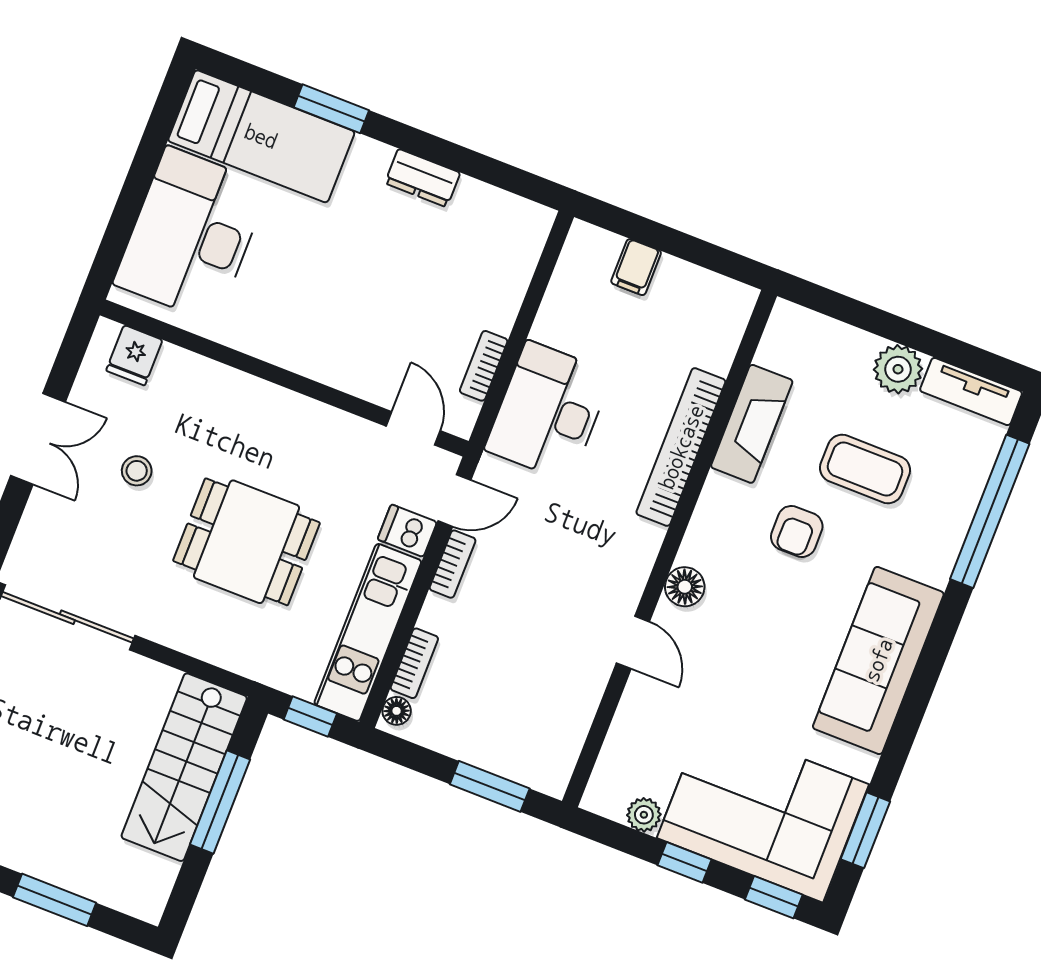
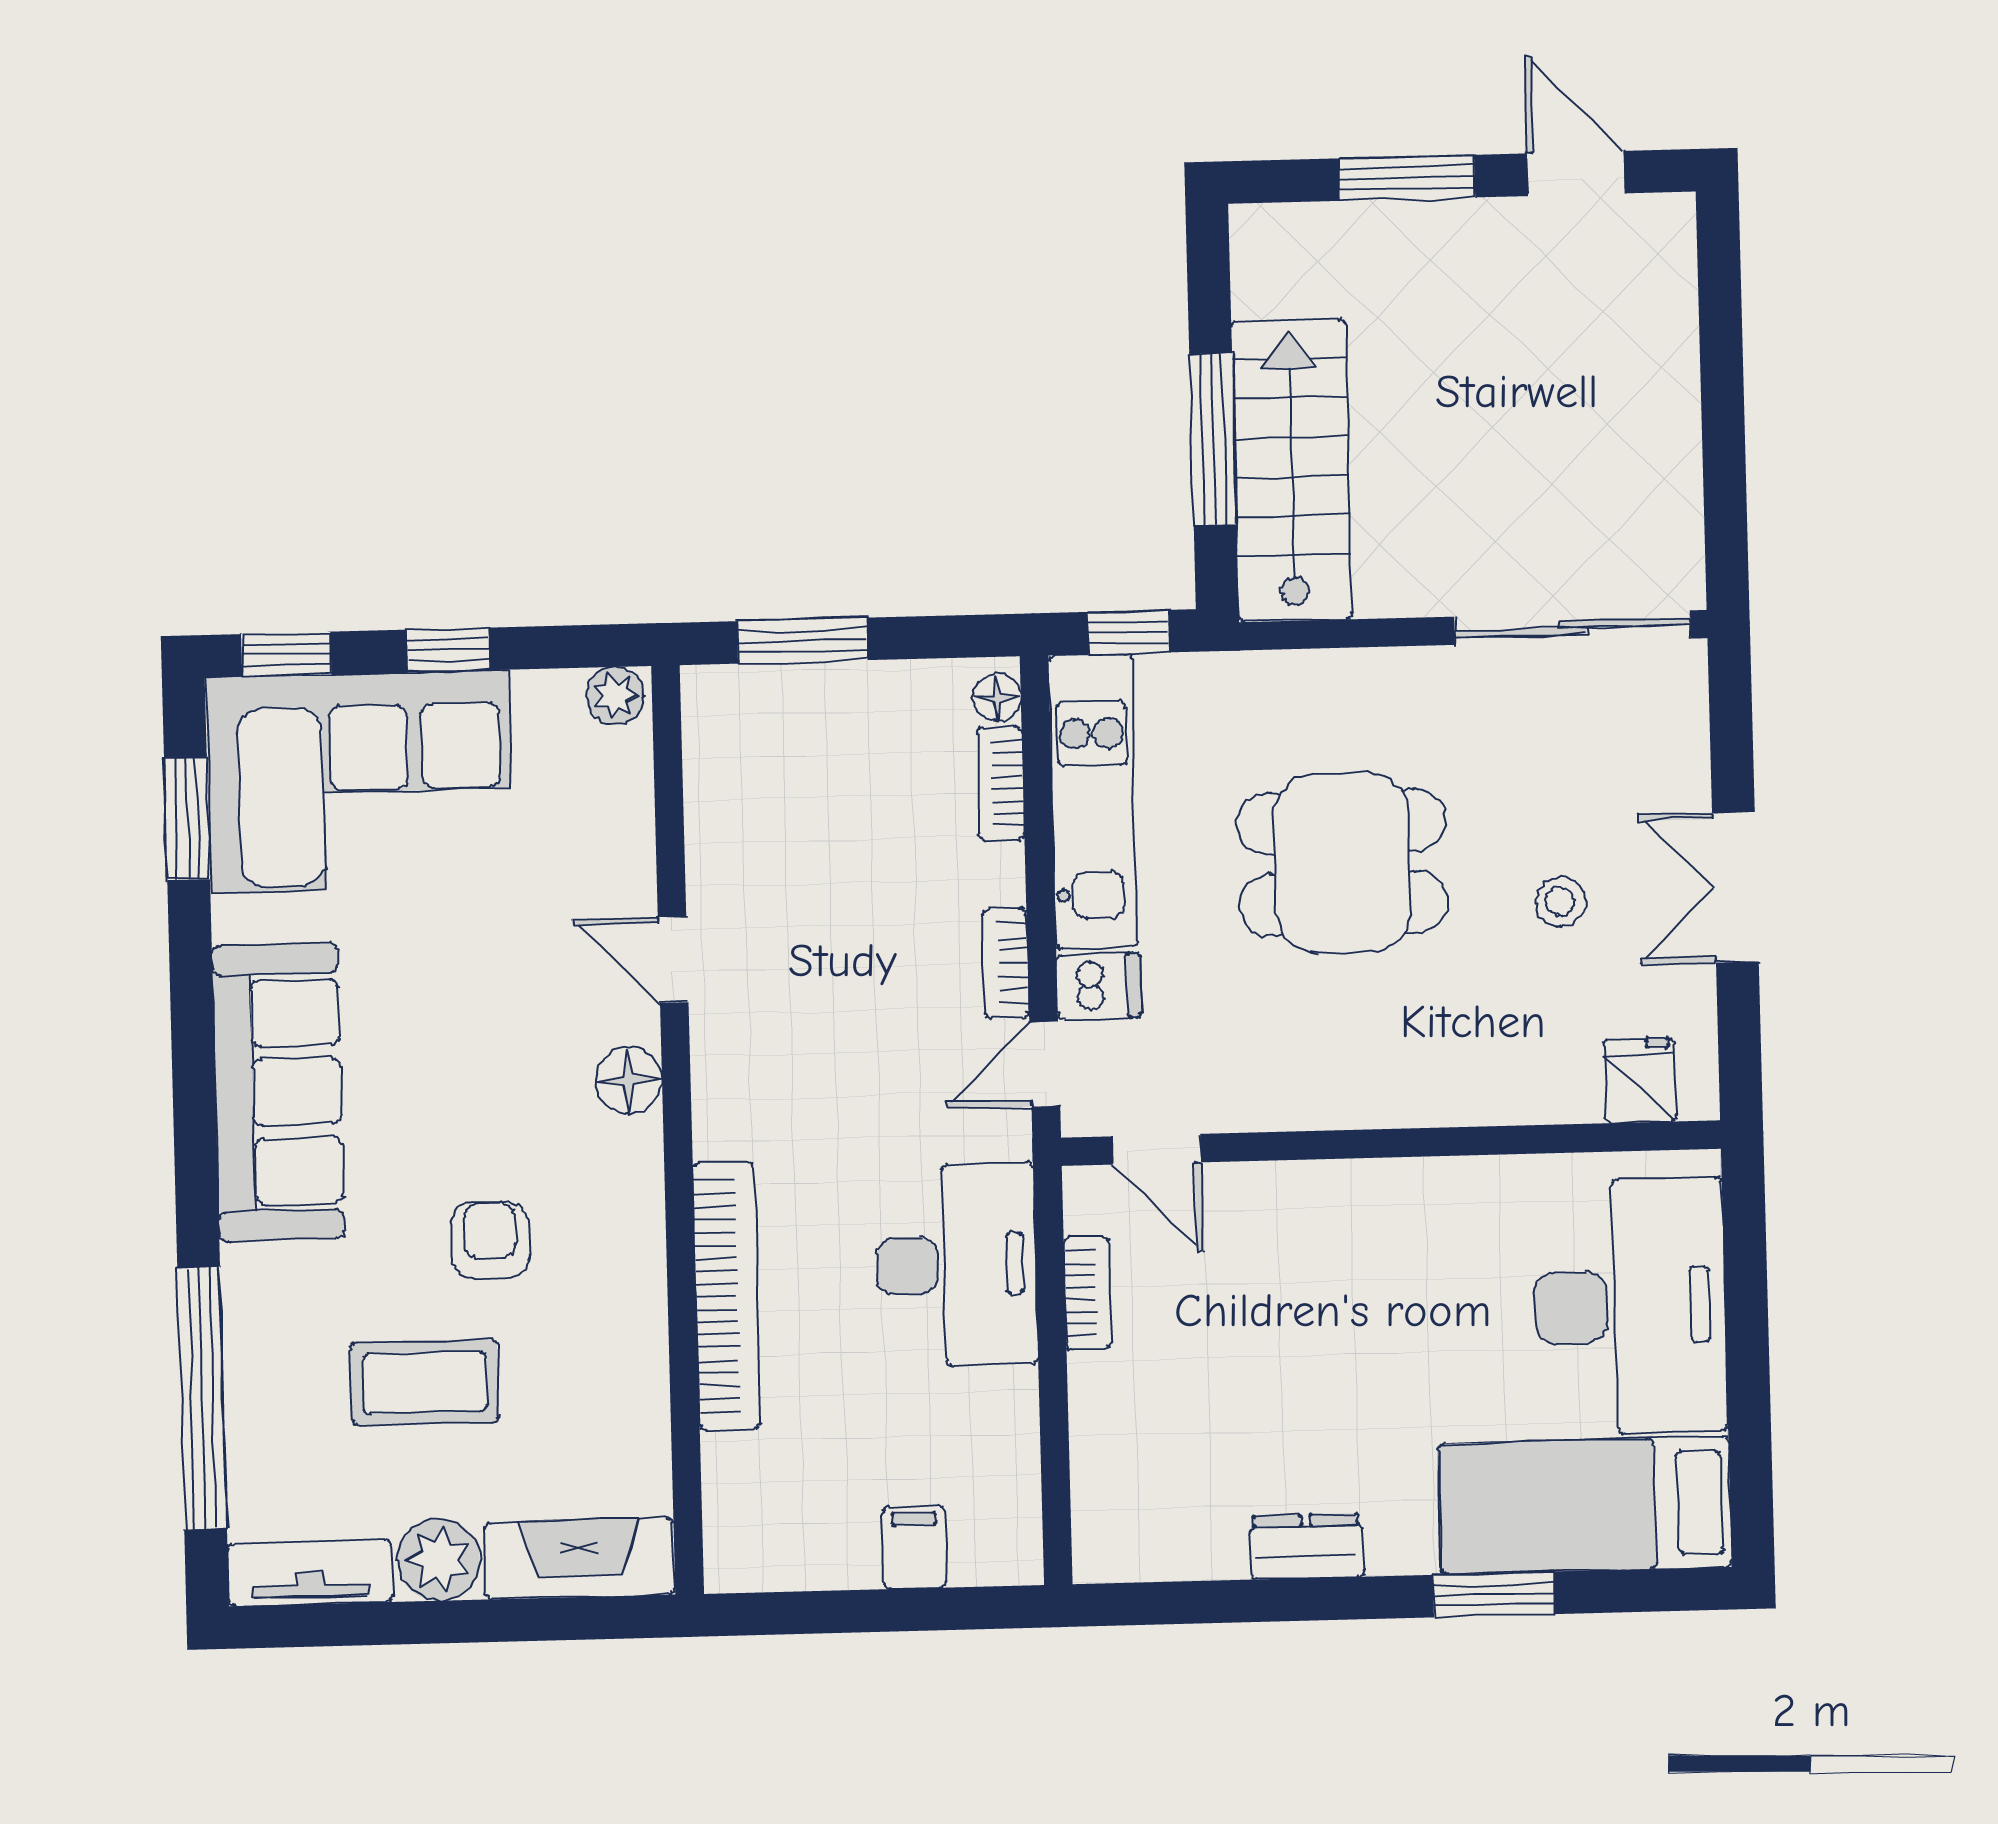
fireplace: (752, 424) -> (580, 1558), moved, turned 90
plant: (644, 815) -> (615, 696), moved

